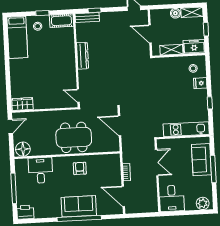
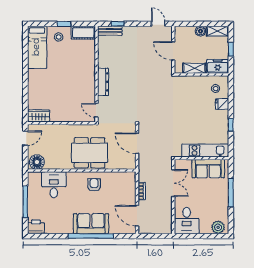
dresser: (83, 56) -> (103, 82), moved
sofa: (201, 160) -> (208, 169), moved, turned -90

